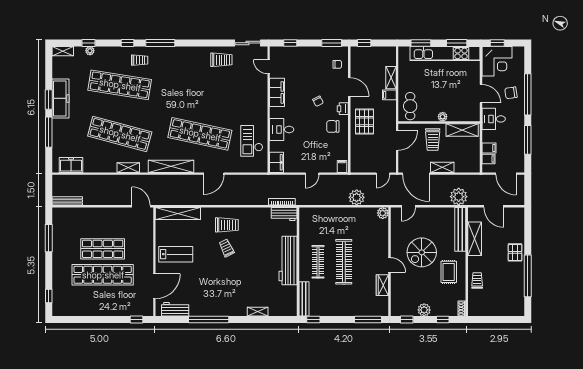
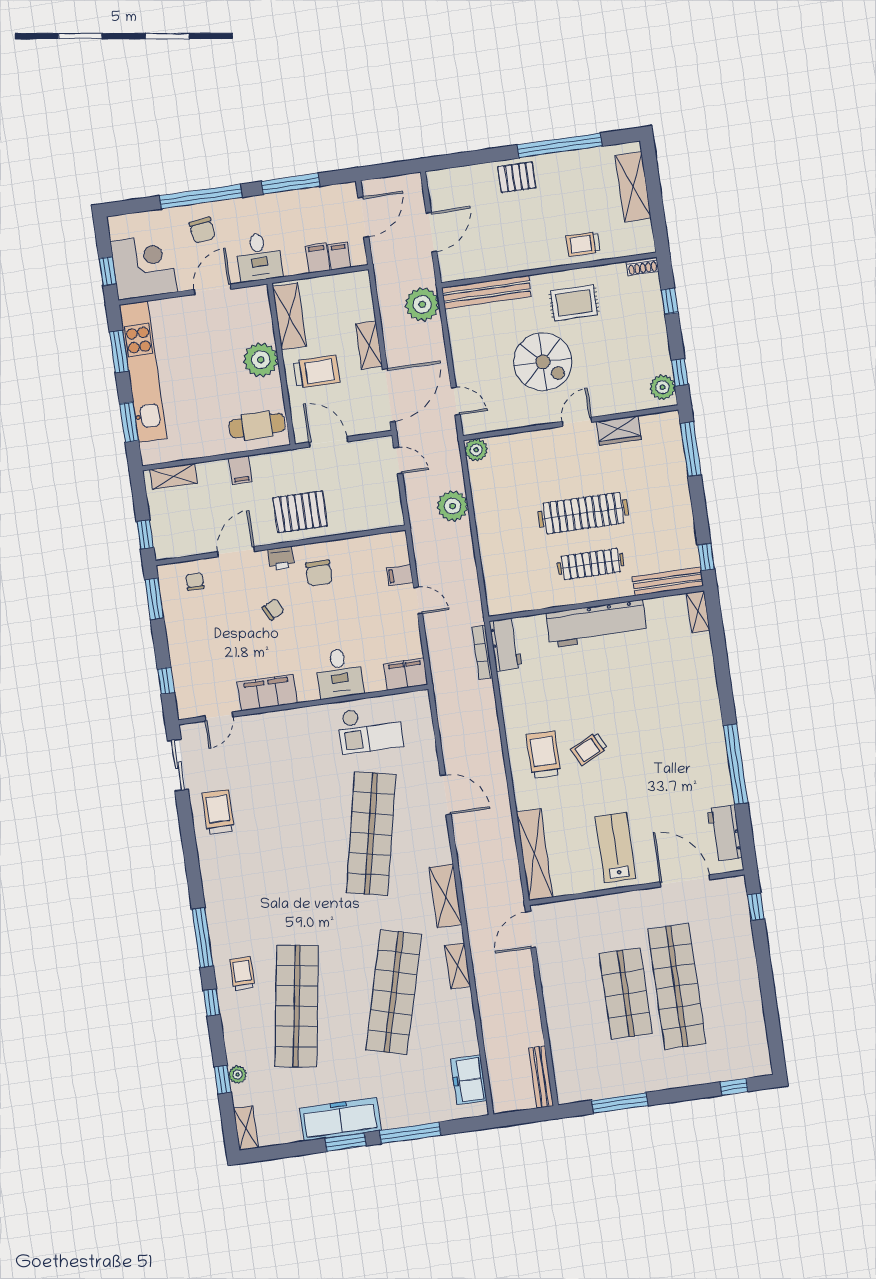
shelving: (391, 78) -> (173, 476), moved
plant: (443, 117) -> (261, 360), width x1.88, depth x1.88
shelving: (171, 166) -> (445, 896), width x0.68
filing cabinet: (342, 166) -> (400, 575), moved
shelving: (475, 239) -> (633, 187), moved, turned 90
plant: (424, 310) -> (662, 387), moved
shelving: (258, 312) -> (698, 612), moved

